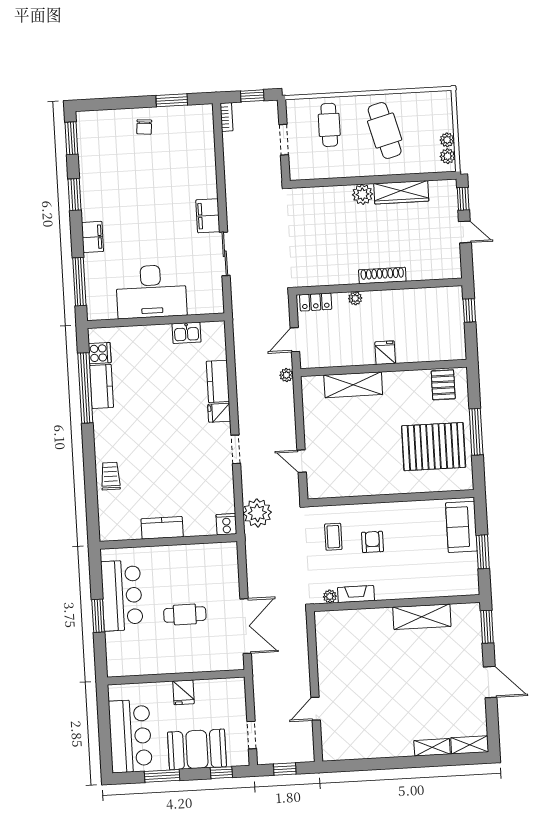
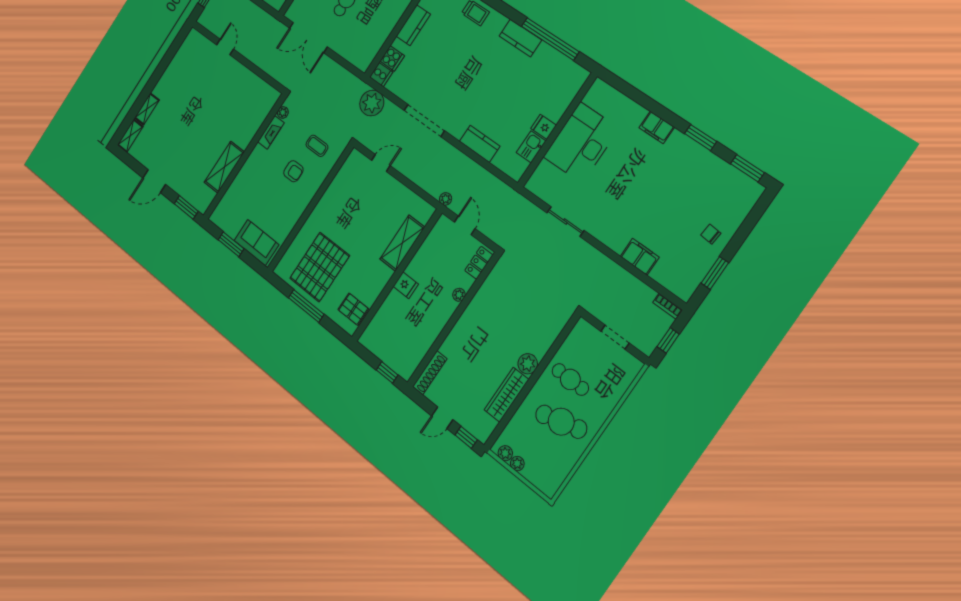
cafe table: (329, 125) -> (570, 379), moved
filing cabinet: (208, 216) -> (640, 257), moved
shoe rack: (382, 275) -> (430, 373), moved
window: (79, 282) -> (631, 92), removed
cooker: (100, 353) -> (392, 58), moved, turned -90
kitchen counter: (102, 386) -> (520, 38), moved
fridge: (219, 413) -> (544, 127), moved, turned -90
doorway: (236, 449) -> (424, 120), width x1.87

